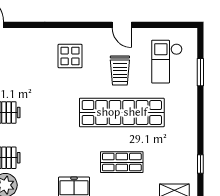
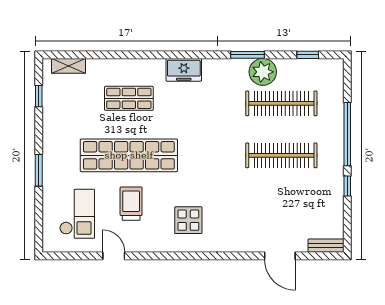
door: (122, 25) -> (114, 256), moved
window: (200, 72) -> (39, 170), moved

